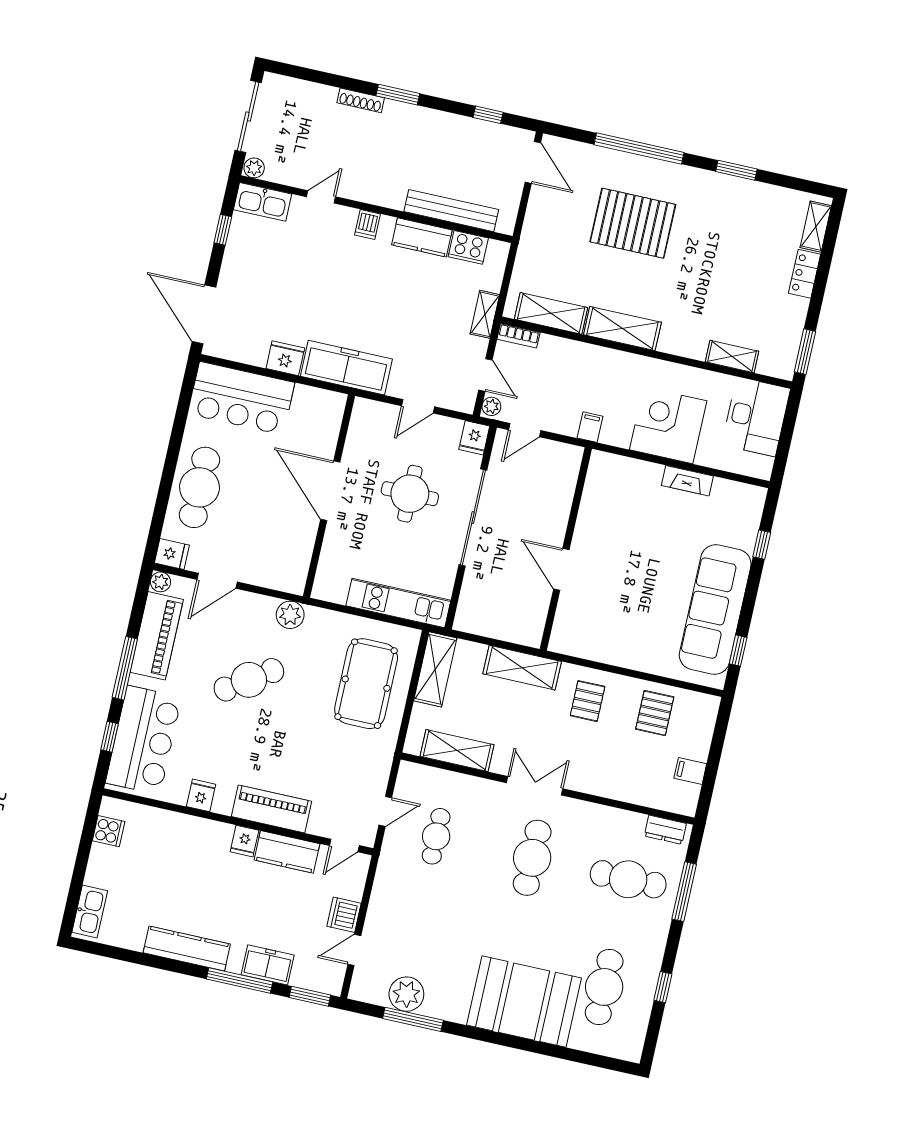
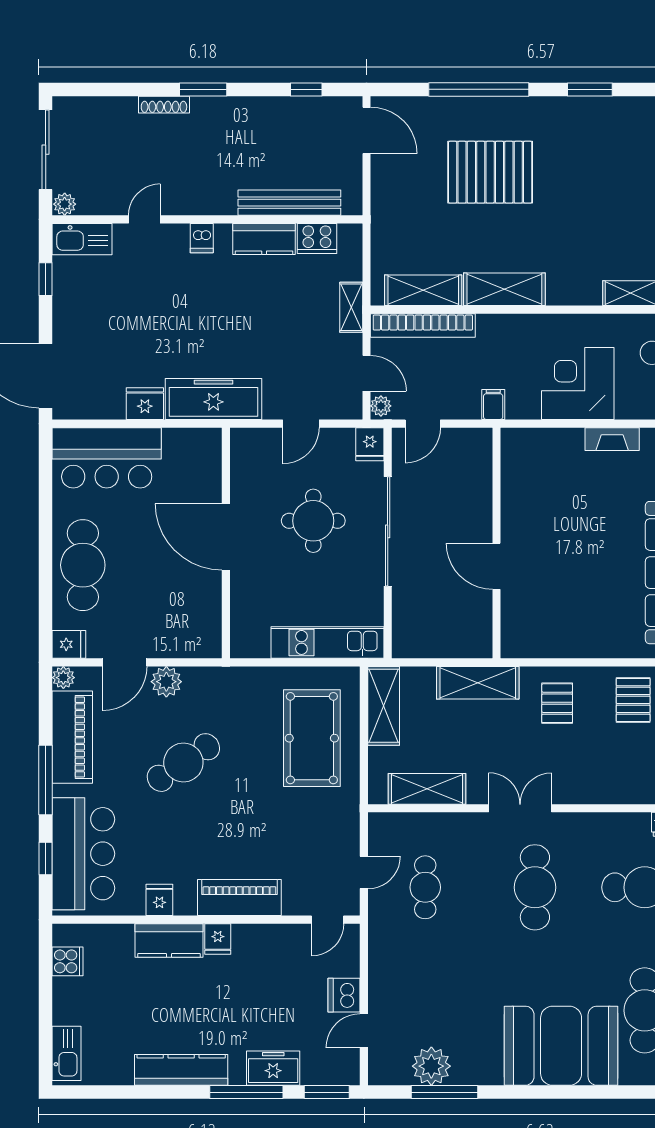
bookcase: (518, 336) -> (423, 325), width x2.31, depth x1.31
plant: (290, 615) -> (166, 682), moved
kitchen counter: (287, 852) -> (169, 941), moved

